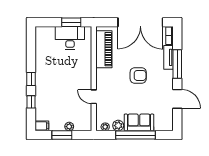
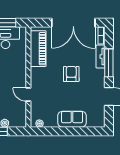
armchair: (138, 75) -> (71, 74), turned -90
plant: (118, 126) -> (52, 122), removed
window: (136, 135) -> (69, 131), removed

